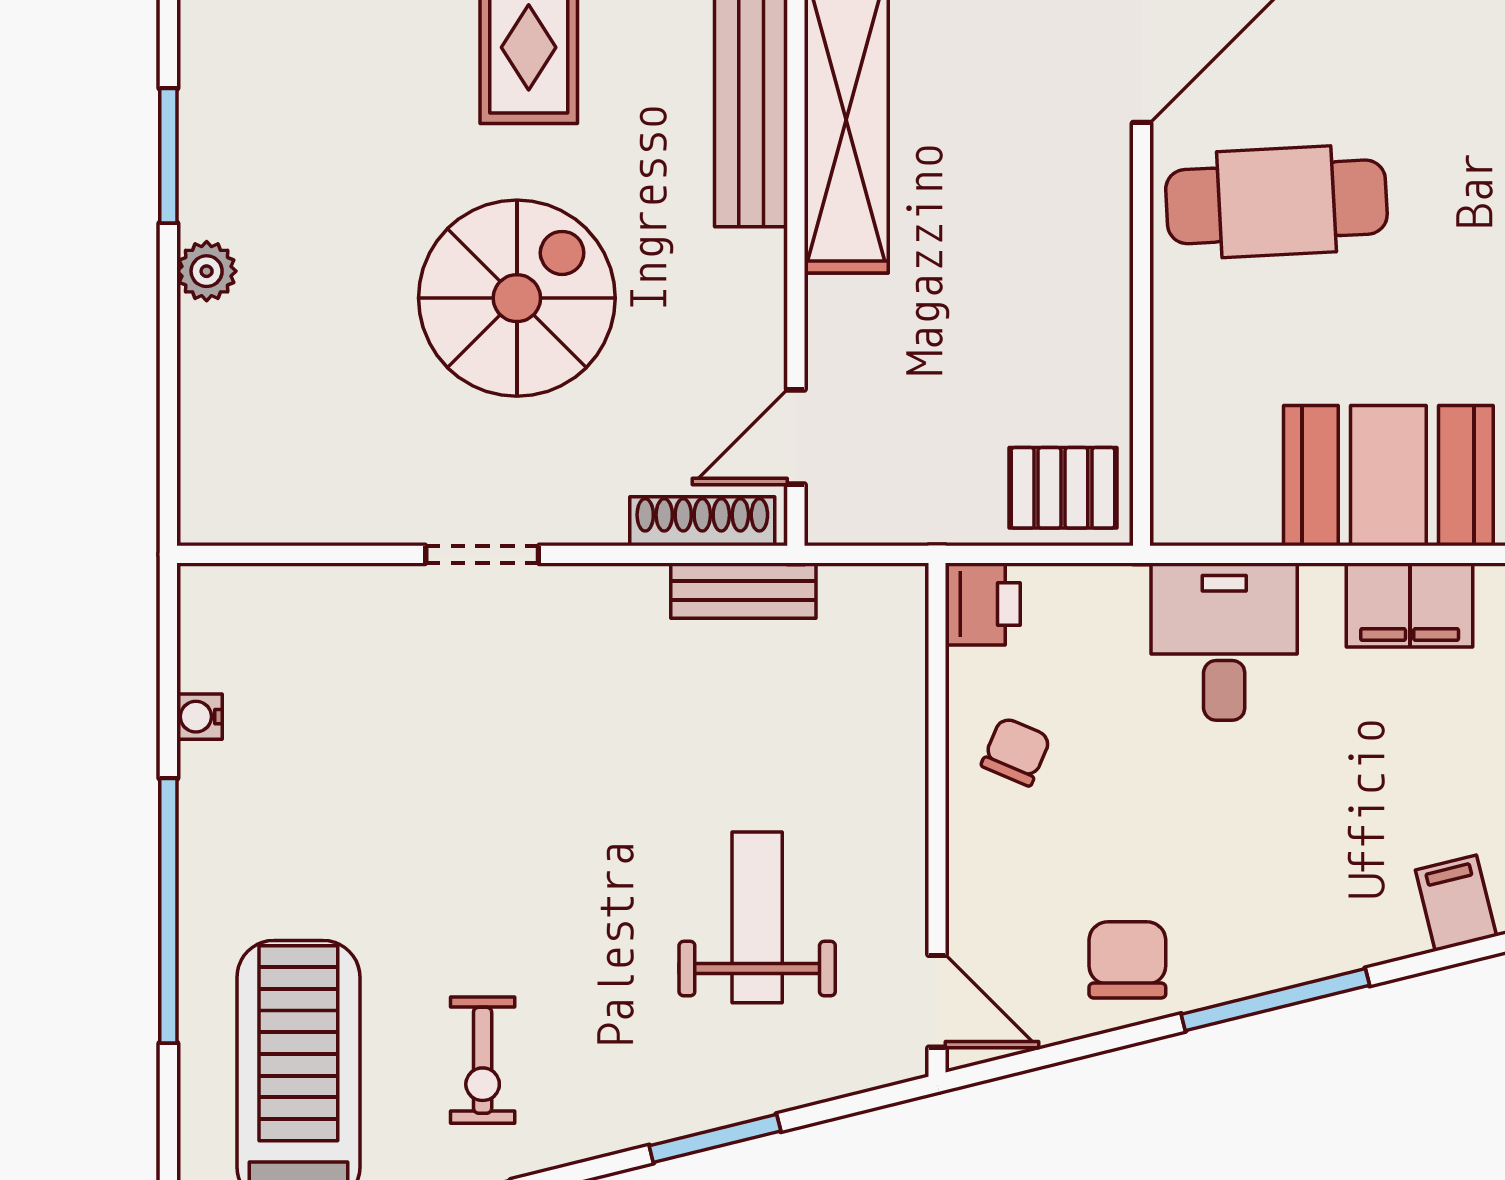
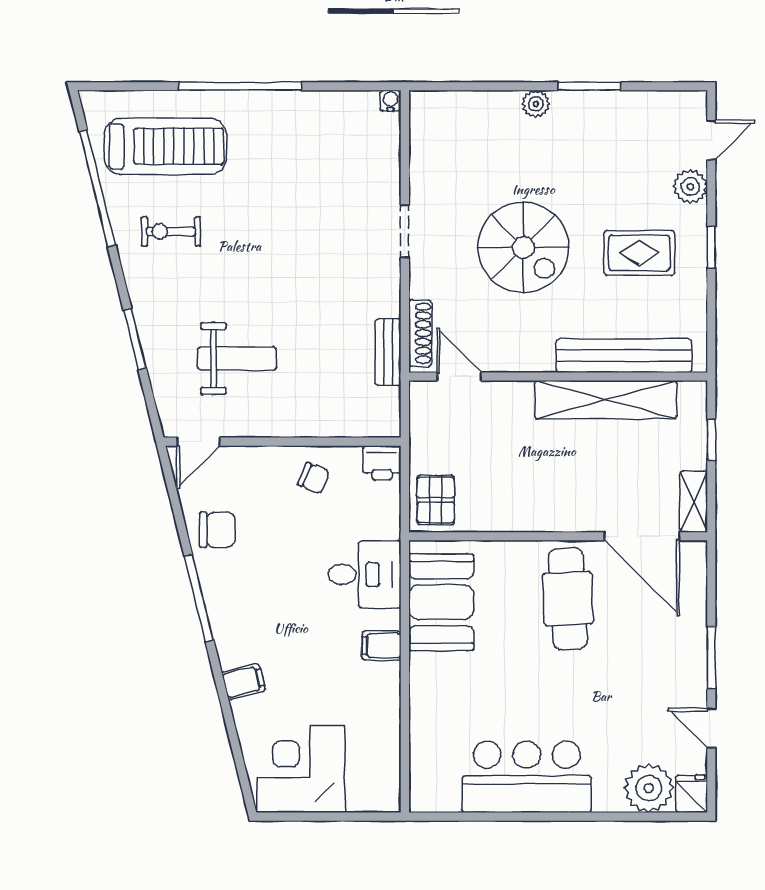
booth: (1388, 476) -> (441, 602), moved
filing cabinet: (1410, 605) -> (381, 646), width x0.50
water cooler: (199, 717) -> (390, 101), moved

